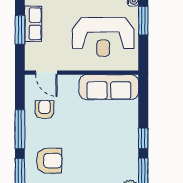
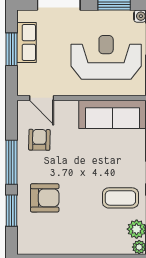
reception desk: (103, 37) -> (106, 57), turned 180
coffee table: (116, 161) -> (120, 198), added

